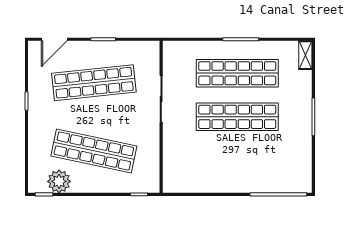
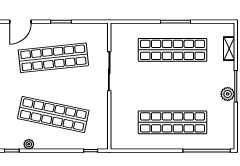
shelving: (305, 55) -> (229, 49), moved
shop shelf: (237, 117) -> (172, 122), moved
plant: (304, 126) -> (228, 94), added
plant: (59, 181) -> (29, 144), width x0.53, depth x0.53

